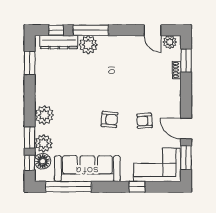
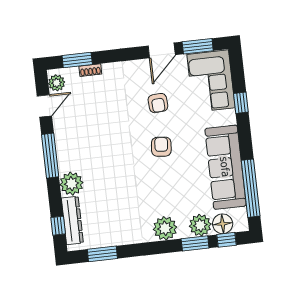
window: (91, 30) -> (50, 156), moved

